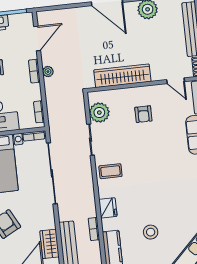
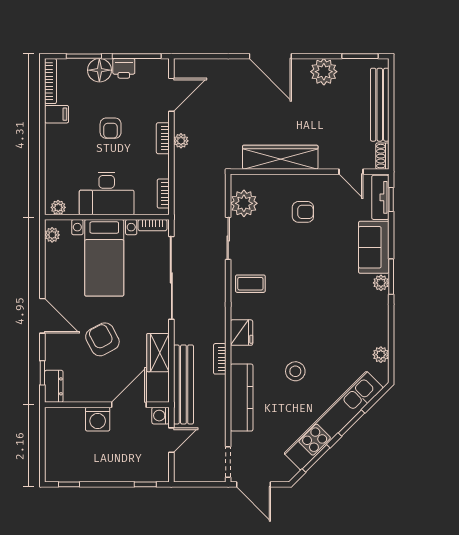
armchair: (143, 114) -> (303, 212), turned -90
wardrobe: (50, 244) -> (158, 353), moved

